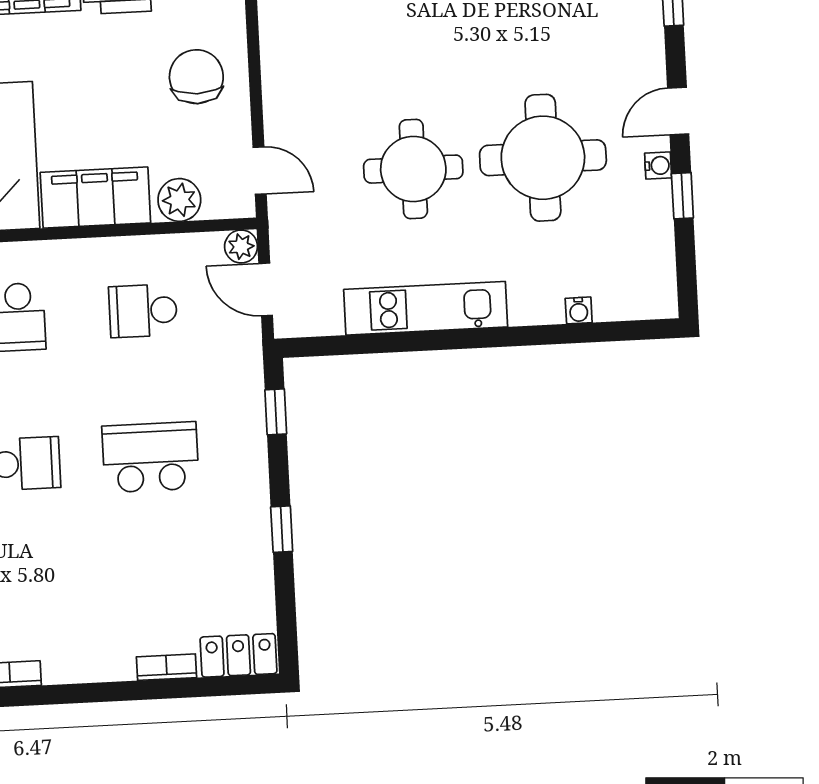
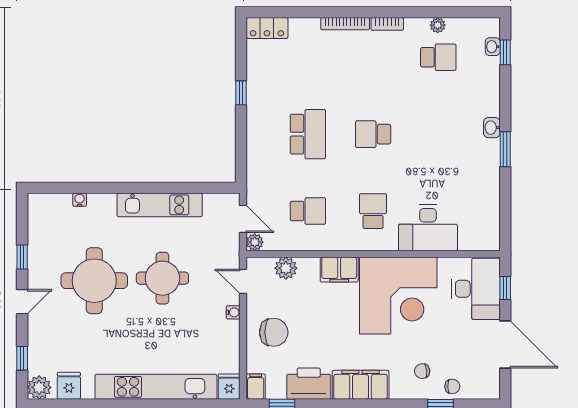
chair: (196, 77) -> (274, 332), turned -90
water cooler: (658, 166) -> (233, 312), moved, turned 180
filing cabinet: (95, 198) -> (339, 270), width x0.67, depth x0.86
window: (276, 412) -> (241, 155), removed
school desk: (150, 457) -> (308, 134), turned -90
bookcase: (167, 667) -> (345, 24), moved, width x1.56

